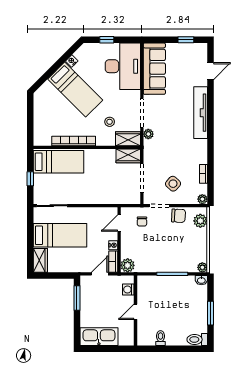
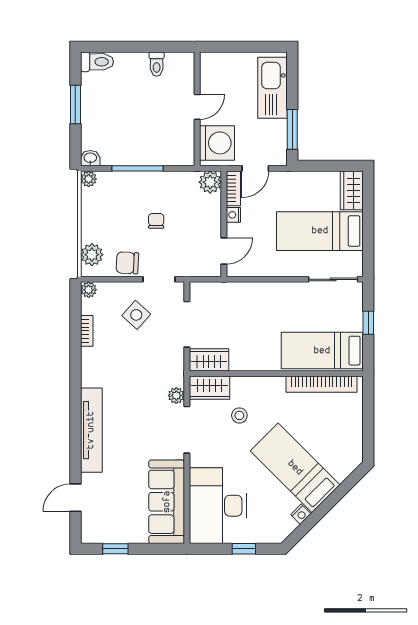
bookcase: (74, 141) -> (322, 384), moved
chair: (142, 221) -> (156, 221), moved
washing machine: (128, 290) -> (217, 143), width x1.89, depth x1.89
kitchen sink: (99, 337) -> (272, 88), moved, turned 90

